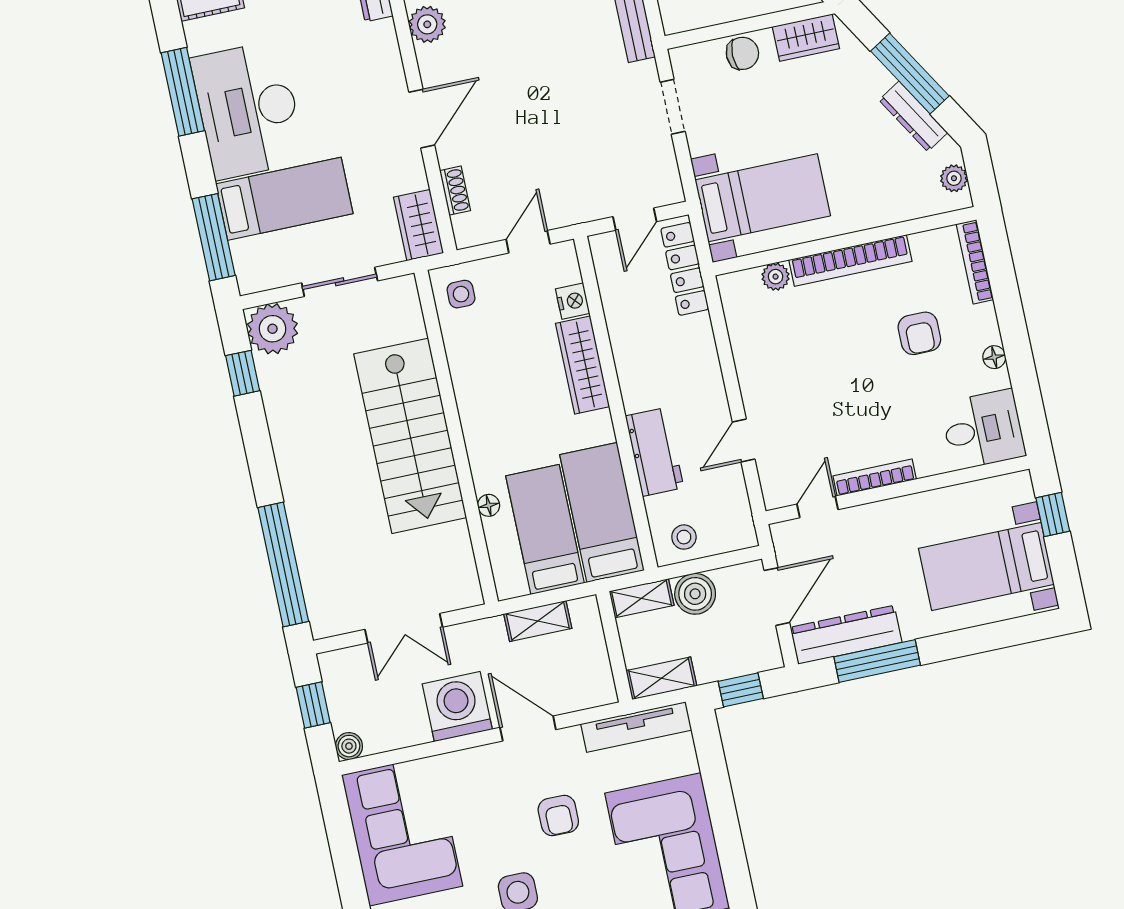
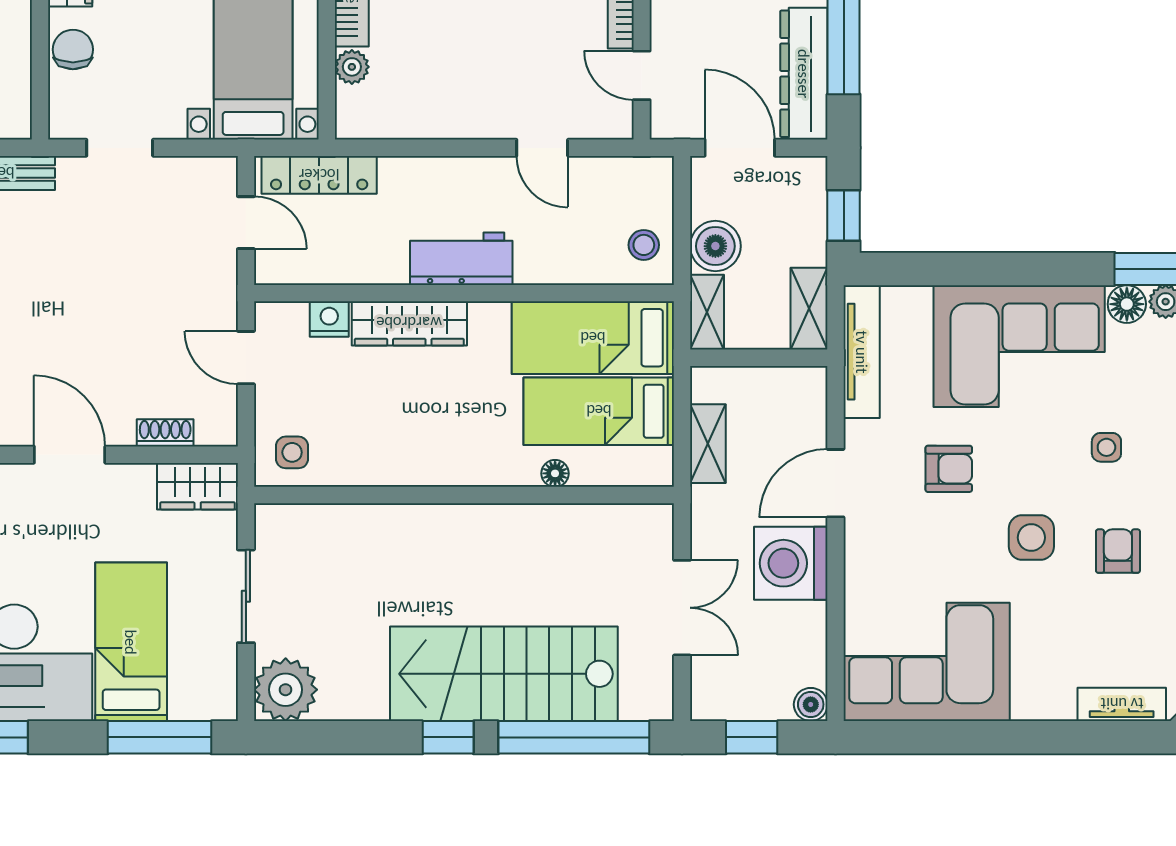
window: (243, 373) -> (448, 737), moved
stairs: (410, 436) -> (504, 674), moved, turned 180
workbench: (654, 452) -> (461, 259), moved

